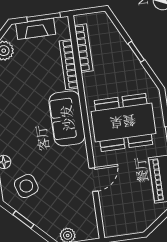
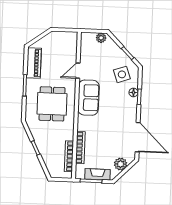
sofa: (67, 118) -> (88, 98), moved
dining table: (123, 122) -> (52, 104), width x0.73

